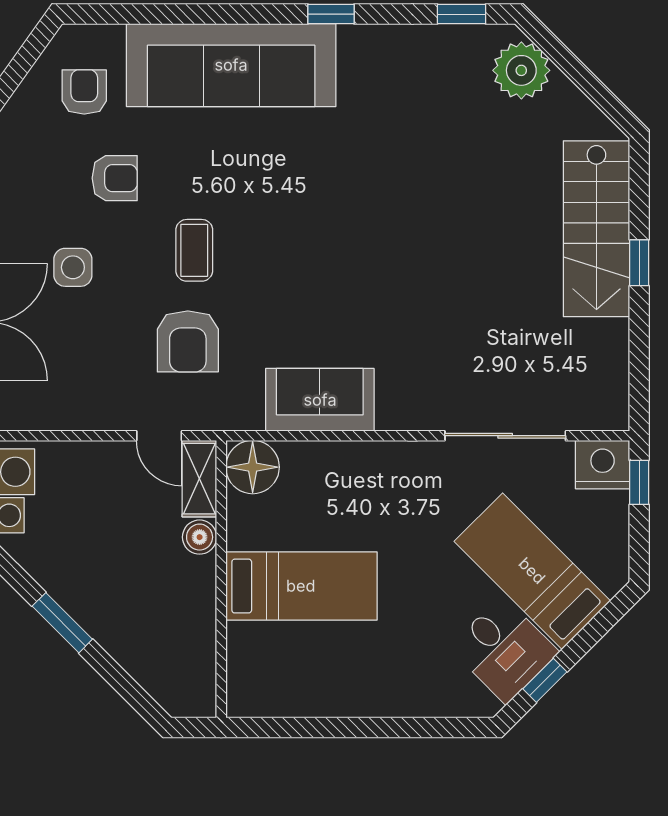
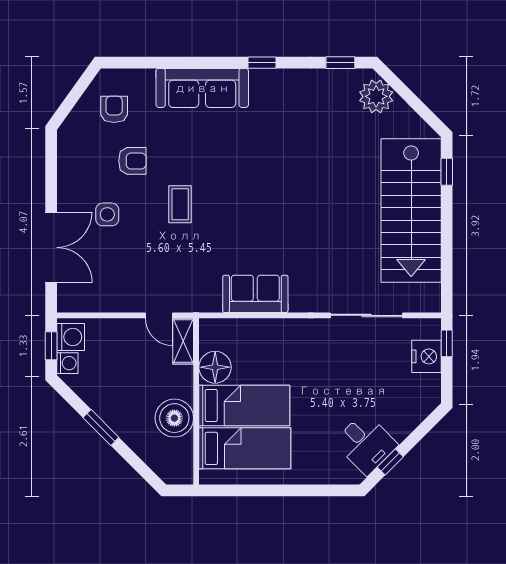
sofa: (231, 65) -> (202, 88), width x0.74, depth x0.79
stairs: (596, 229) -> (411, 210), width x1.36, depth x1.51
window: (639, 263) -> (447, 172), moved
armchair: (188, 341) -> (176, 259), removed
nightstand: (603, 465) -> (426, 356), moved, turned 90
floor lamp: (253, 467) -> (215, 367), moved
boiler: (200, 537) -> (174, 418), moved, width x1.86, depth x1.86
bed: (532, 571) -> (245, 448), moved, turned 135

